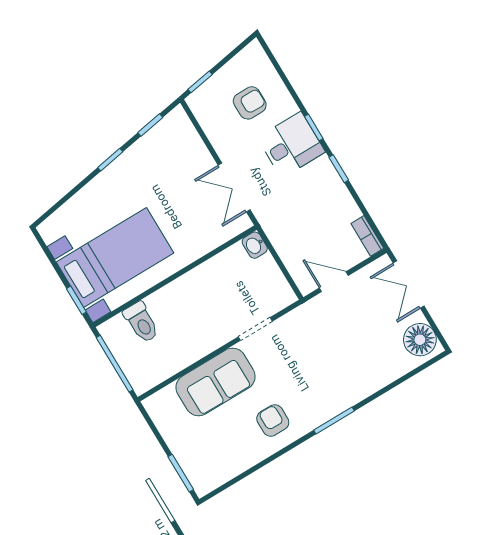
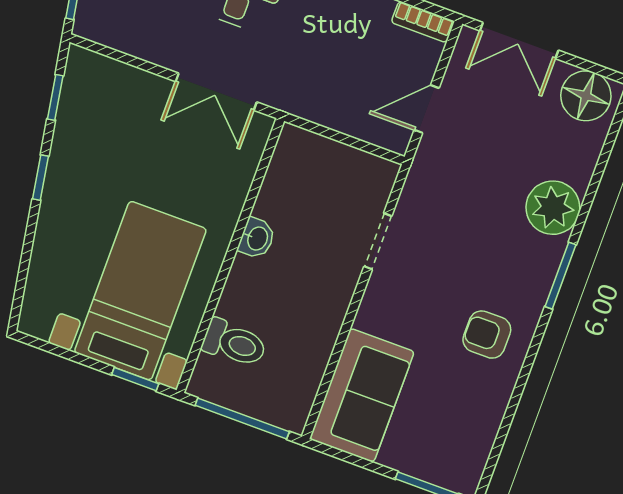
washbasin: (255, 245) -> (257, 238), moved, turned -90
sofa: (216, 382) -> (362, 395), moved
plant: (358, 383) -> (553, 208), added

